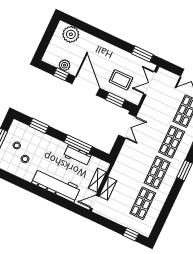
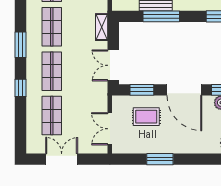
window: (142, 54) -> (160, 159), moved
double door: (150, 83) -> (110, 129), swing flipped
shelving: (123, 156) -> (102, 27), added

